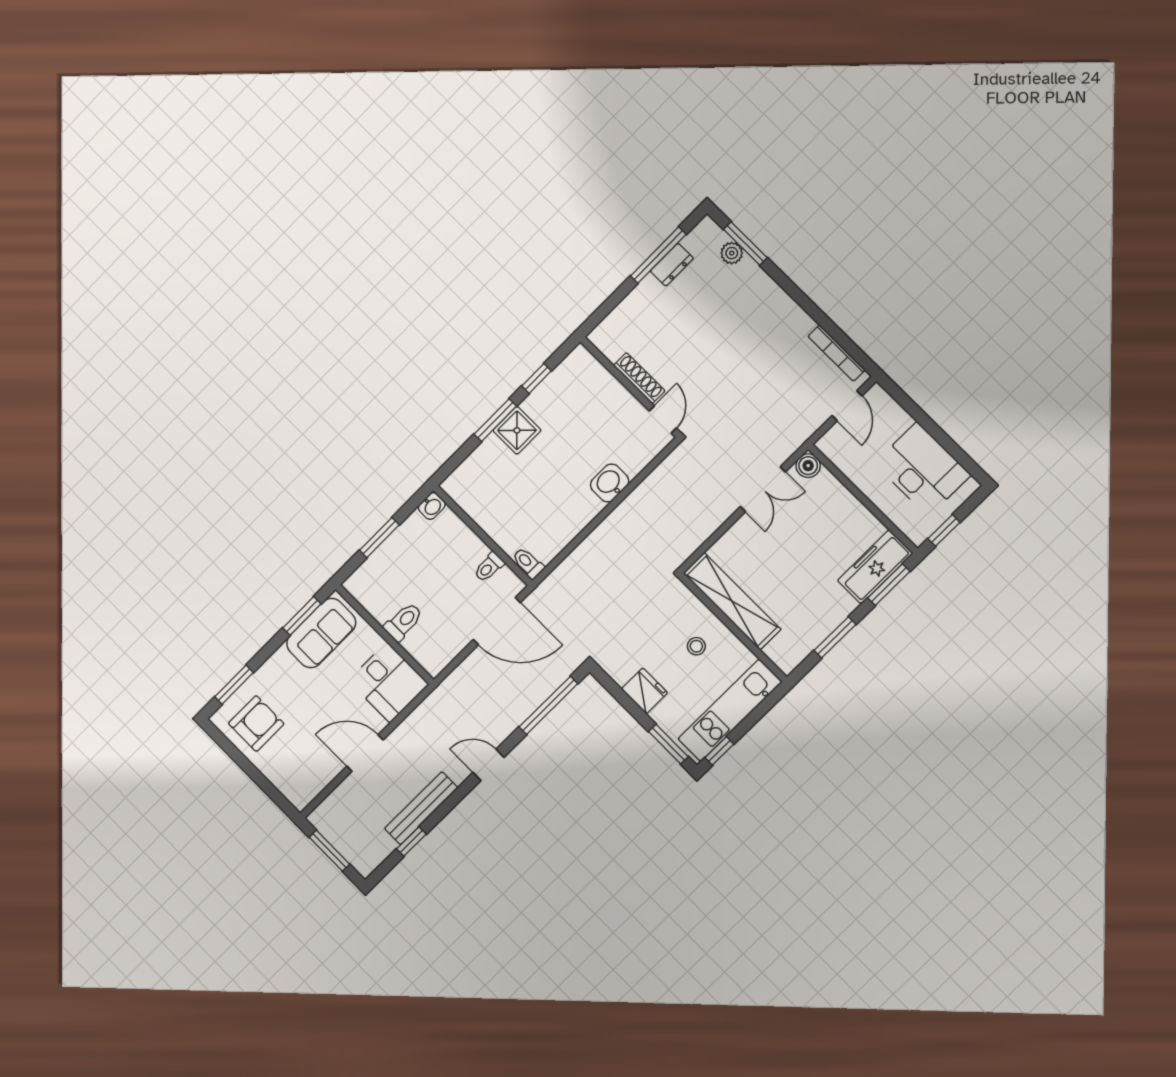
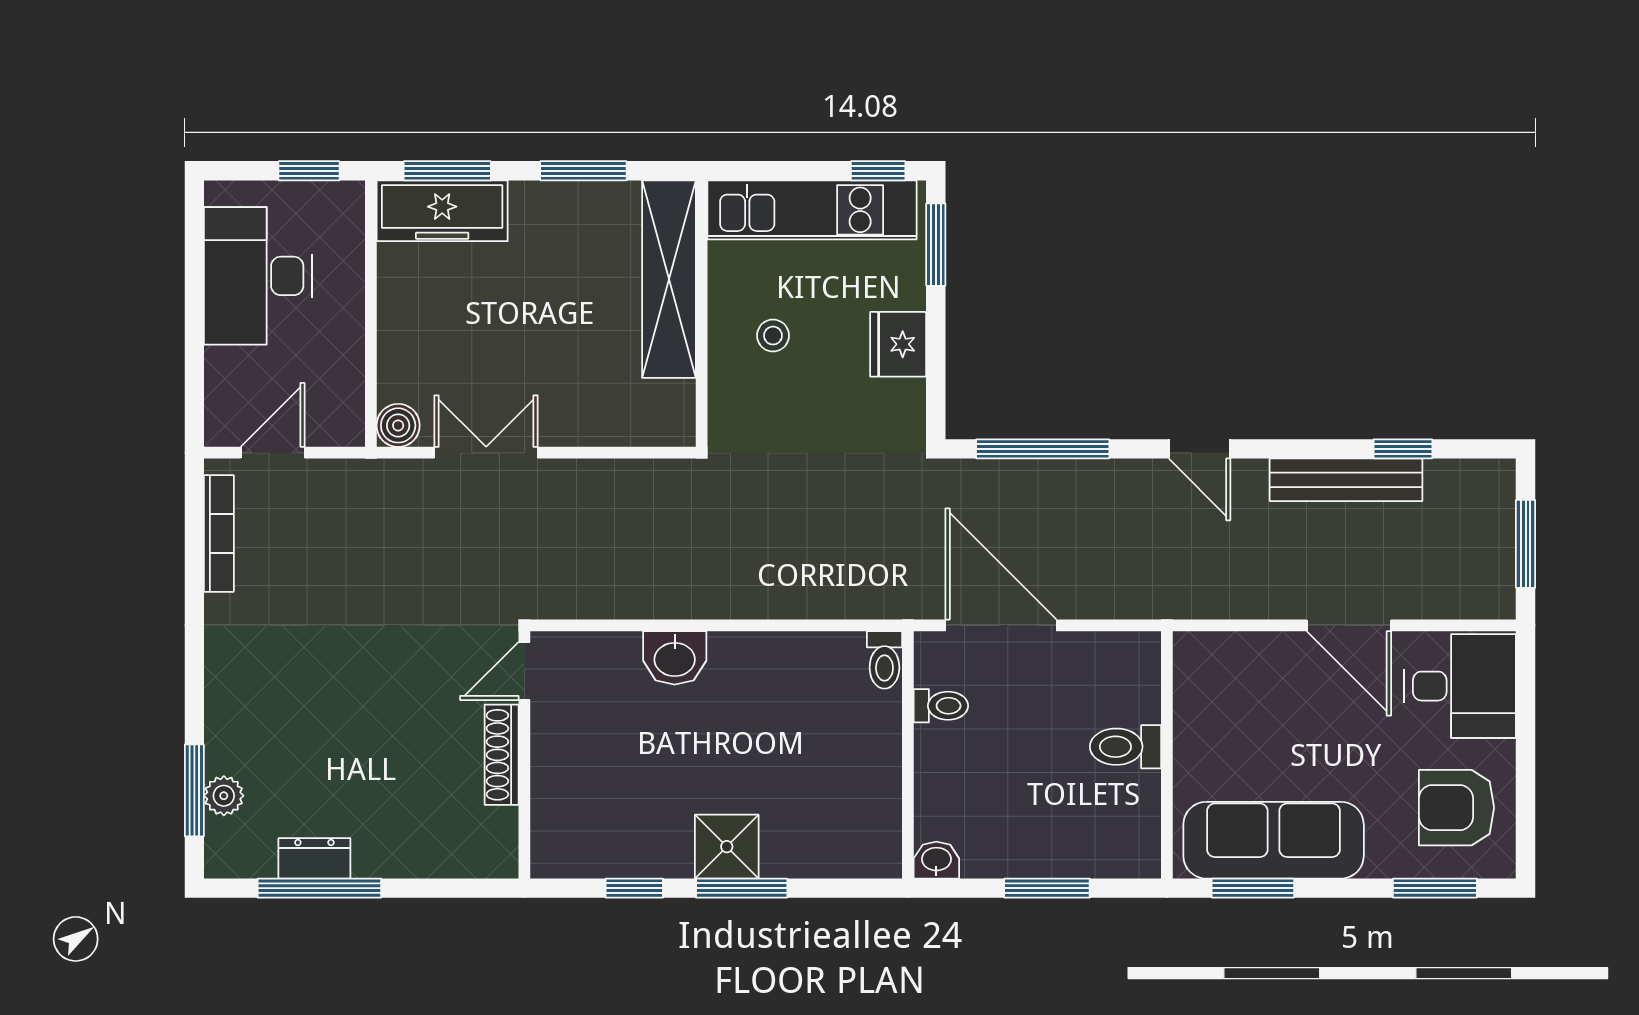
shelving: (732, 601) -> (669, 279), moved
sofa: (321, 633) -> (1274, 840), width x1.36
desk: (388, 682) -> (1460, 686), moved, turned 90

